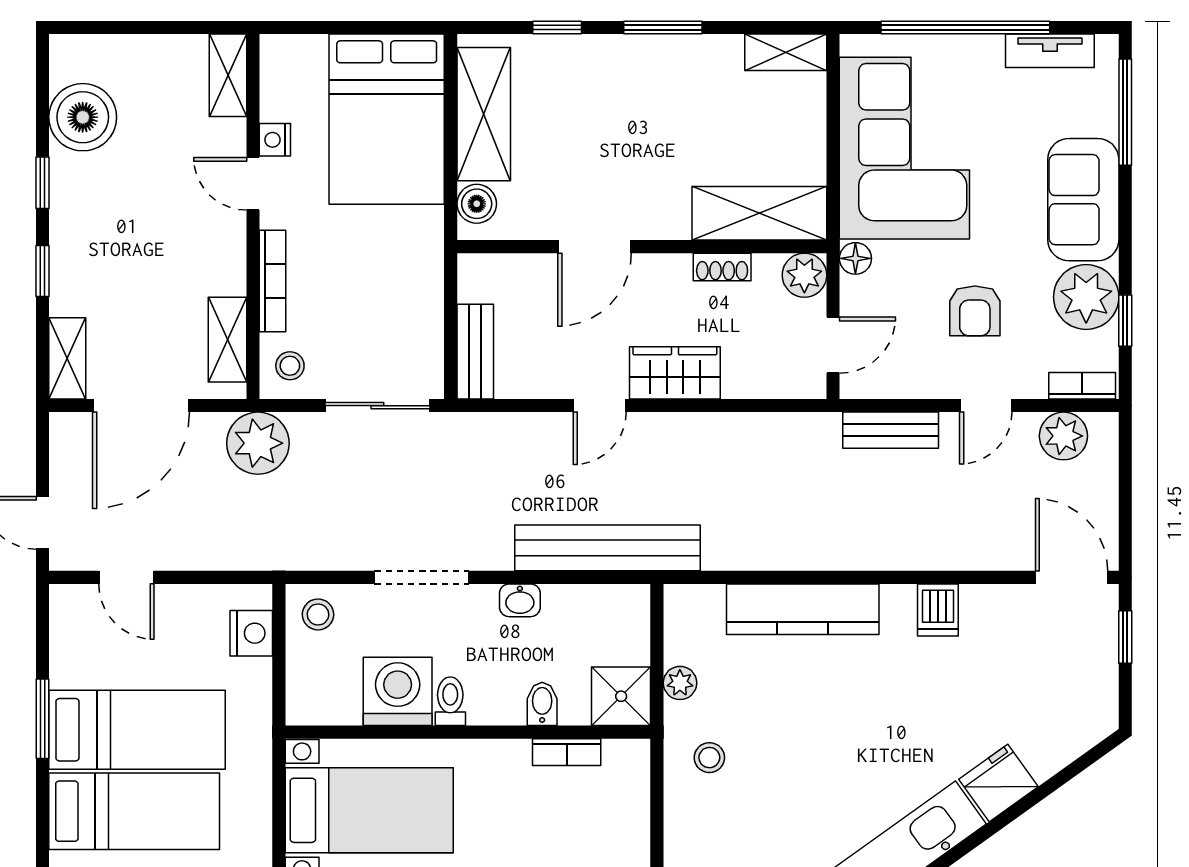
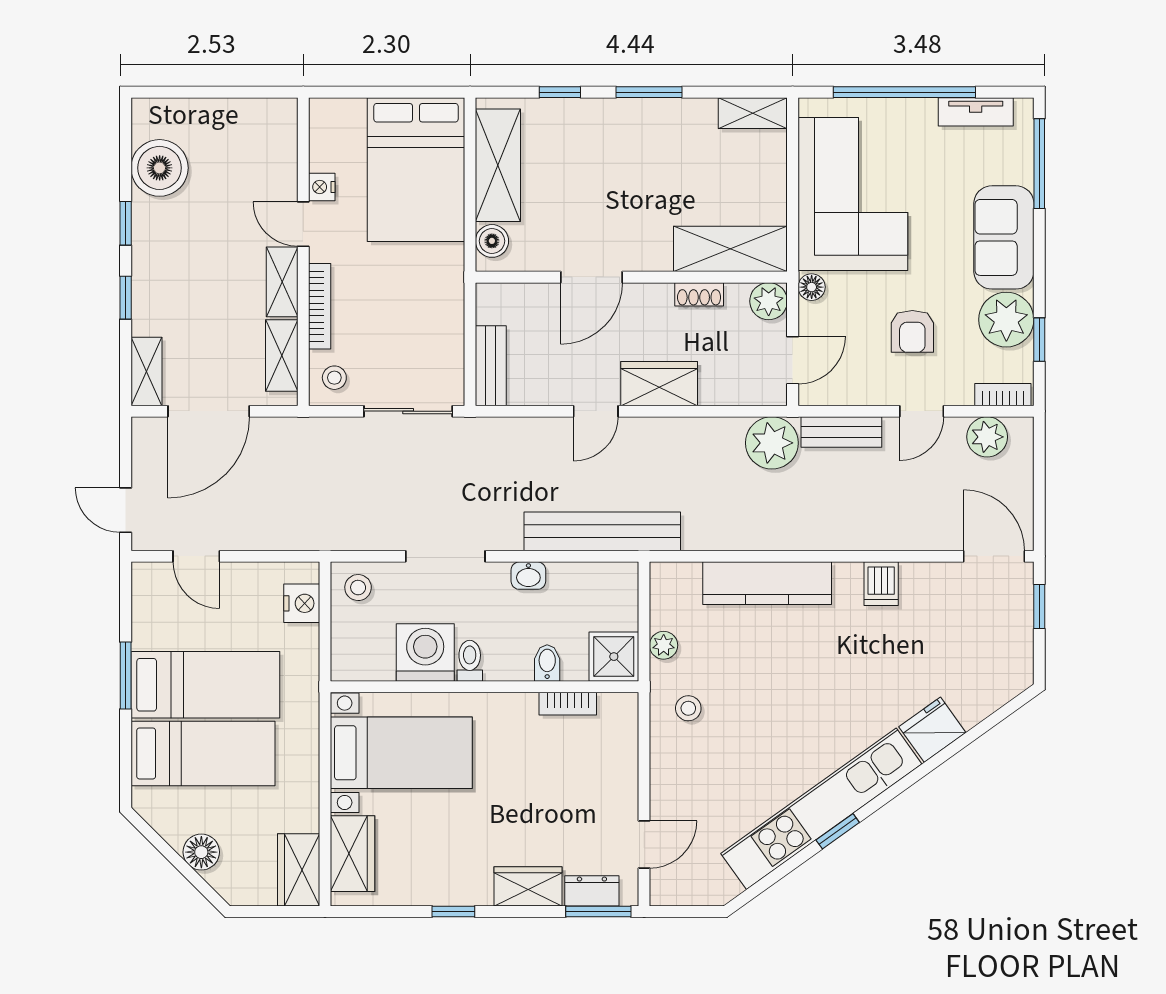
shelving: (228, 75) -> (282, 282), moved
plant: (258, 443) -> (772, 443), moved

